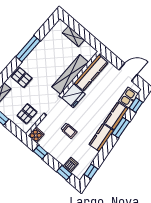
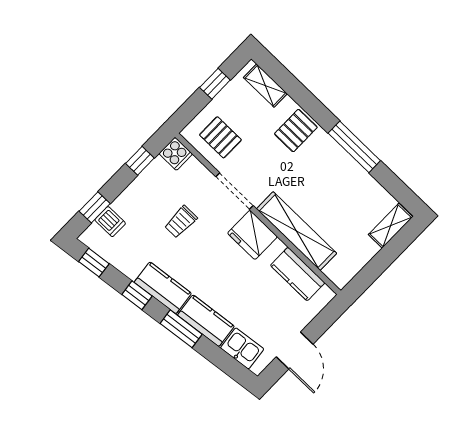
shelving: (73, 36) -> (391, 226), moved
kitchen counter: (91, 73) -> (298, 274), width x0.67
window: (136, 105) -> (137, 295), moved

